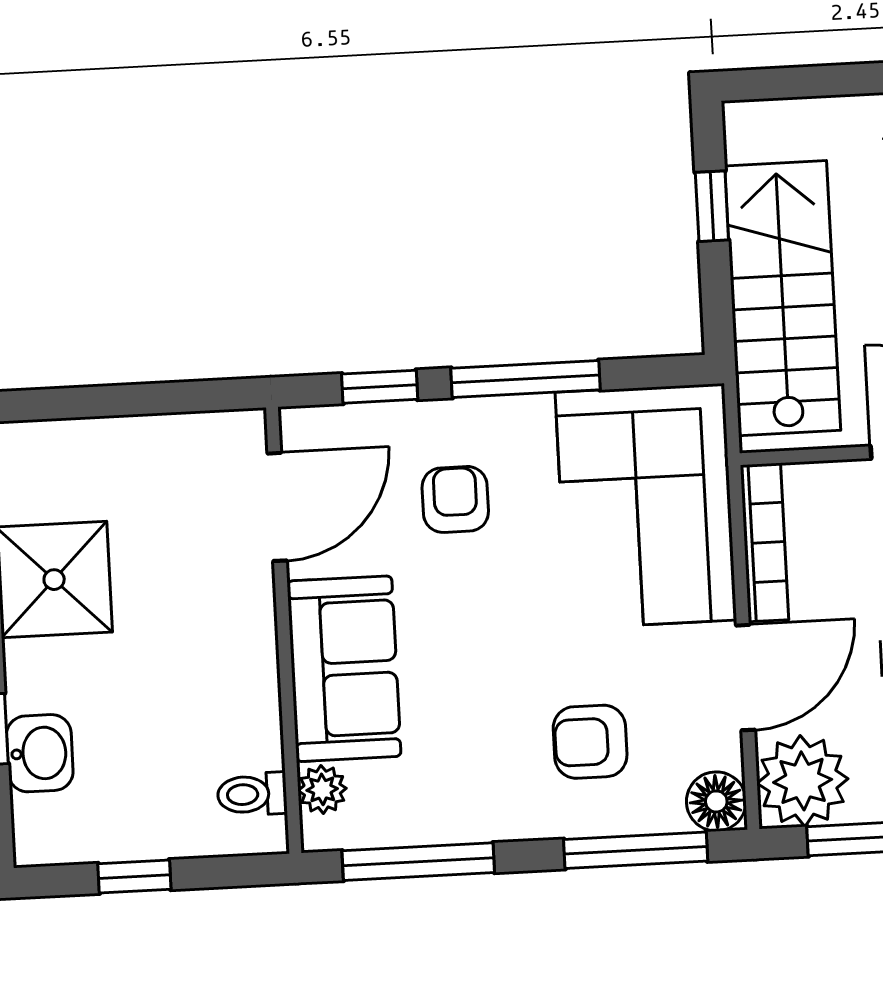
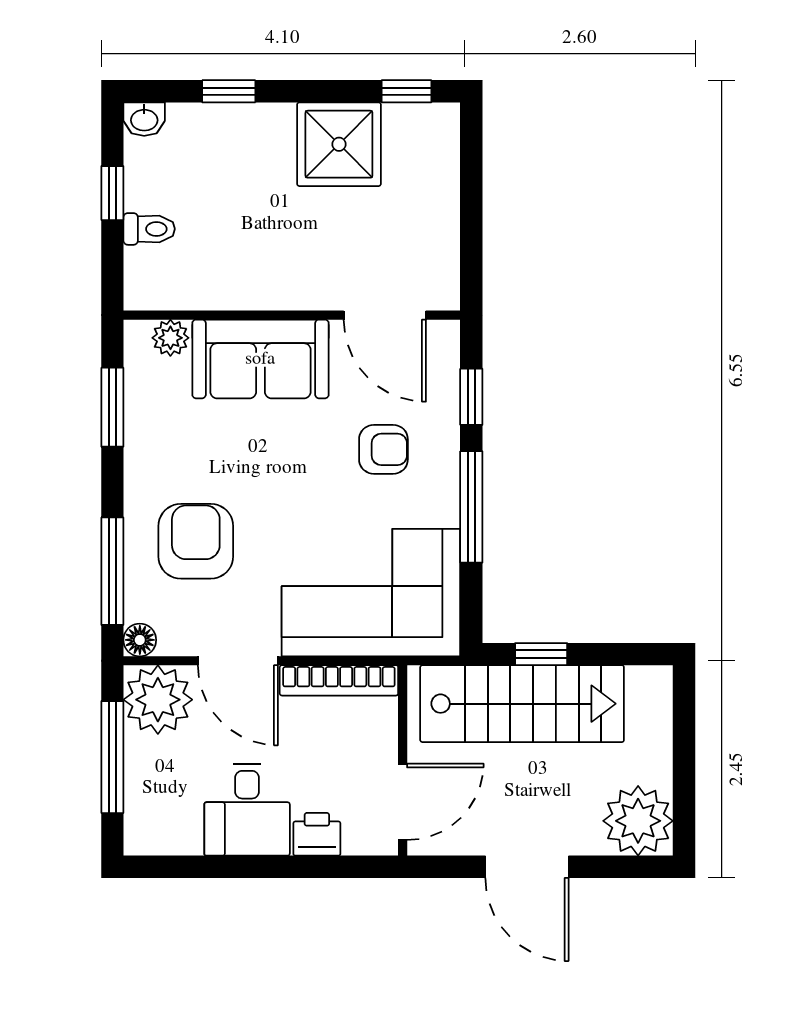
window: (712, 206) -> (541, 654), moved
armchair: (590, 742) -> (196, 541), width x1.38, depth x1.38
washbasin: (40, 753) -> (144, 119), moved, width x0.72, depth x0.69
toilet: (252, 794) -> (149, 229), moved, turned 90
floor lamp: (716, 801) -> (140, 640), width x0.73, depth x0.73
window: (418, 862) -> (112, 407), width x0.69

